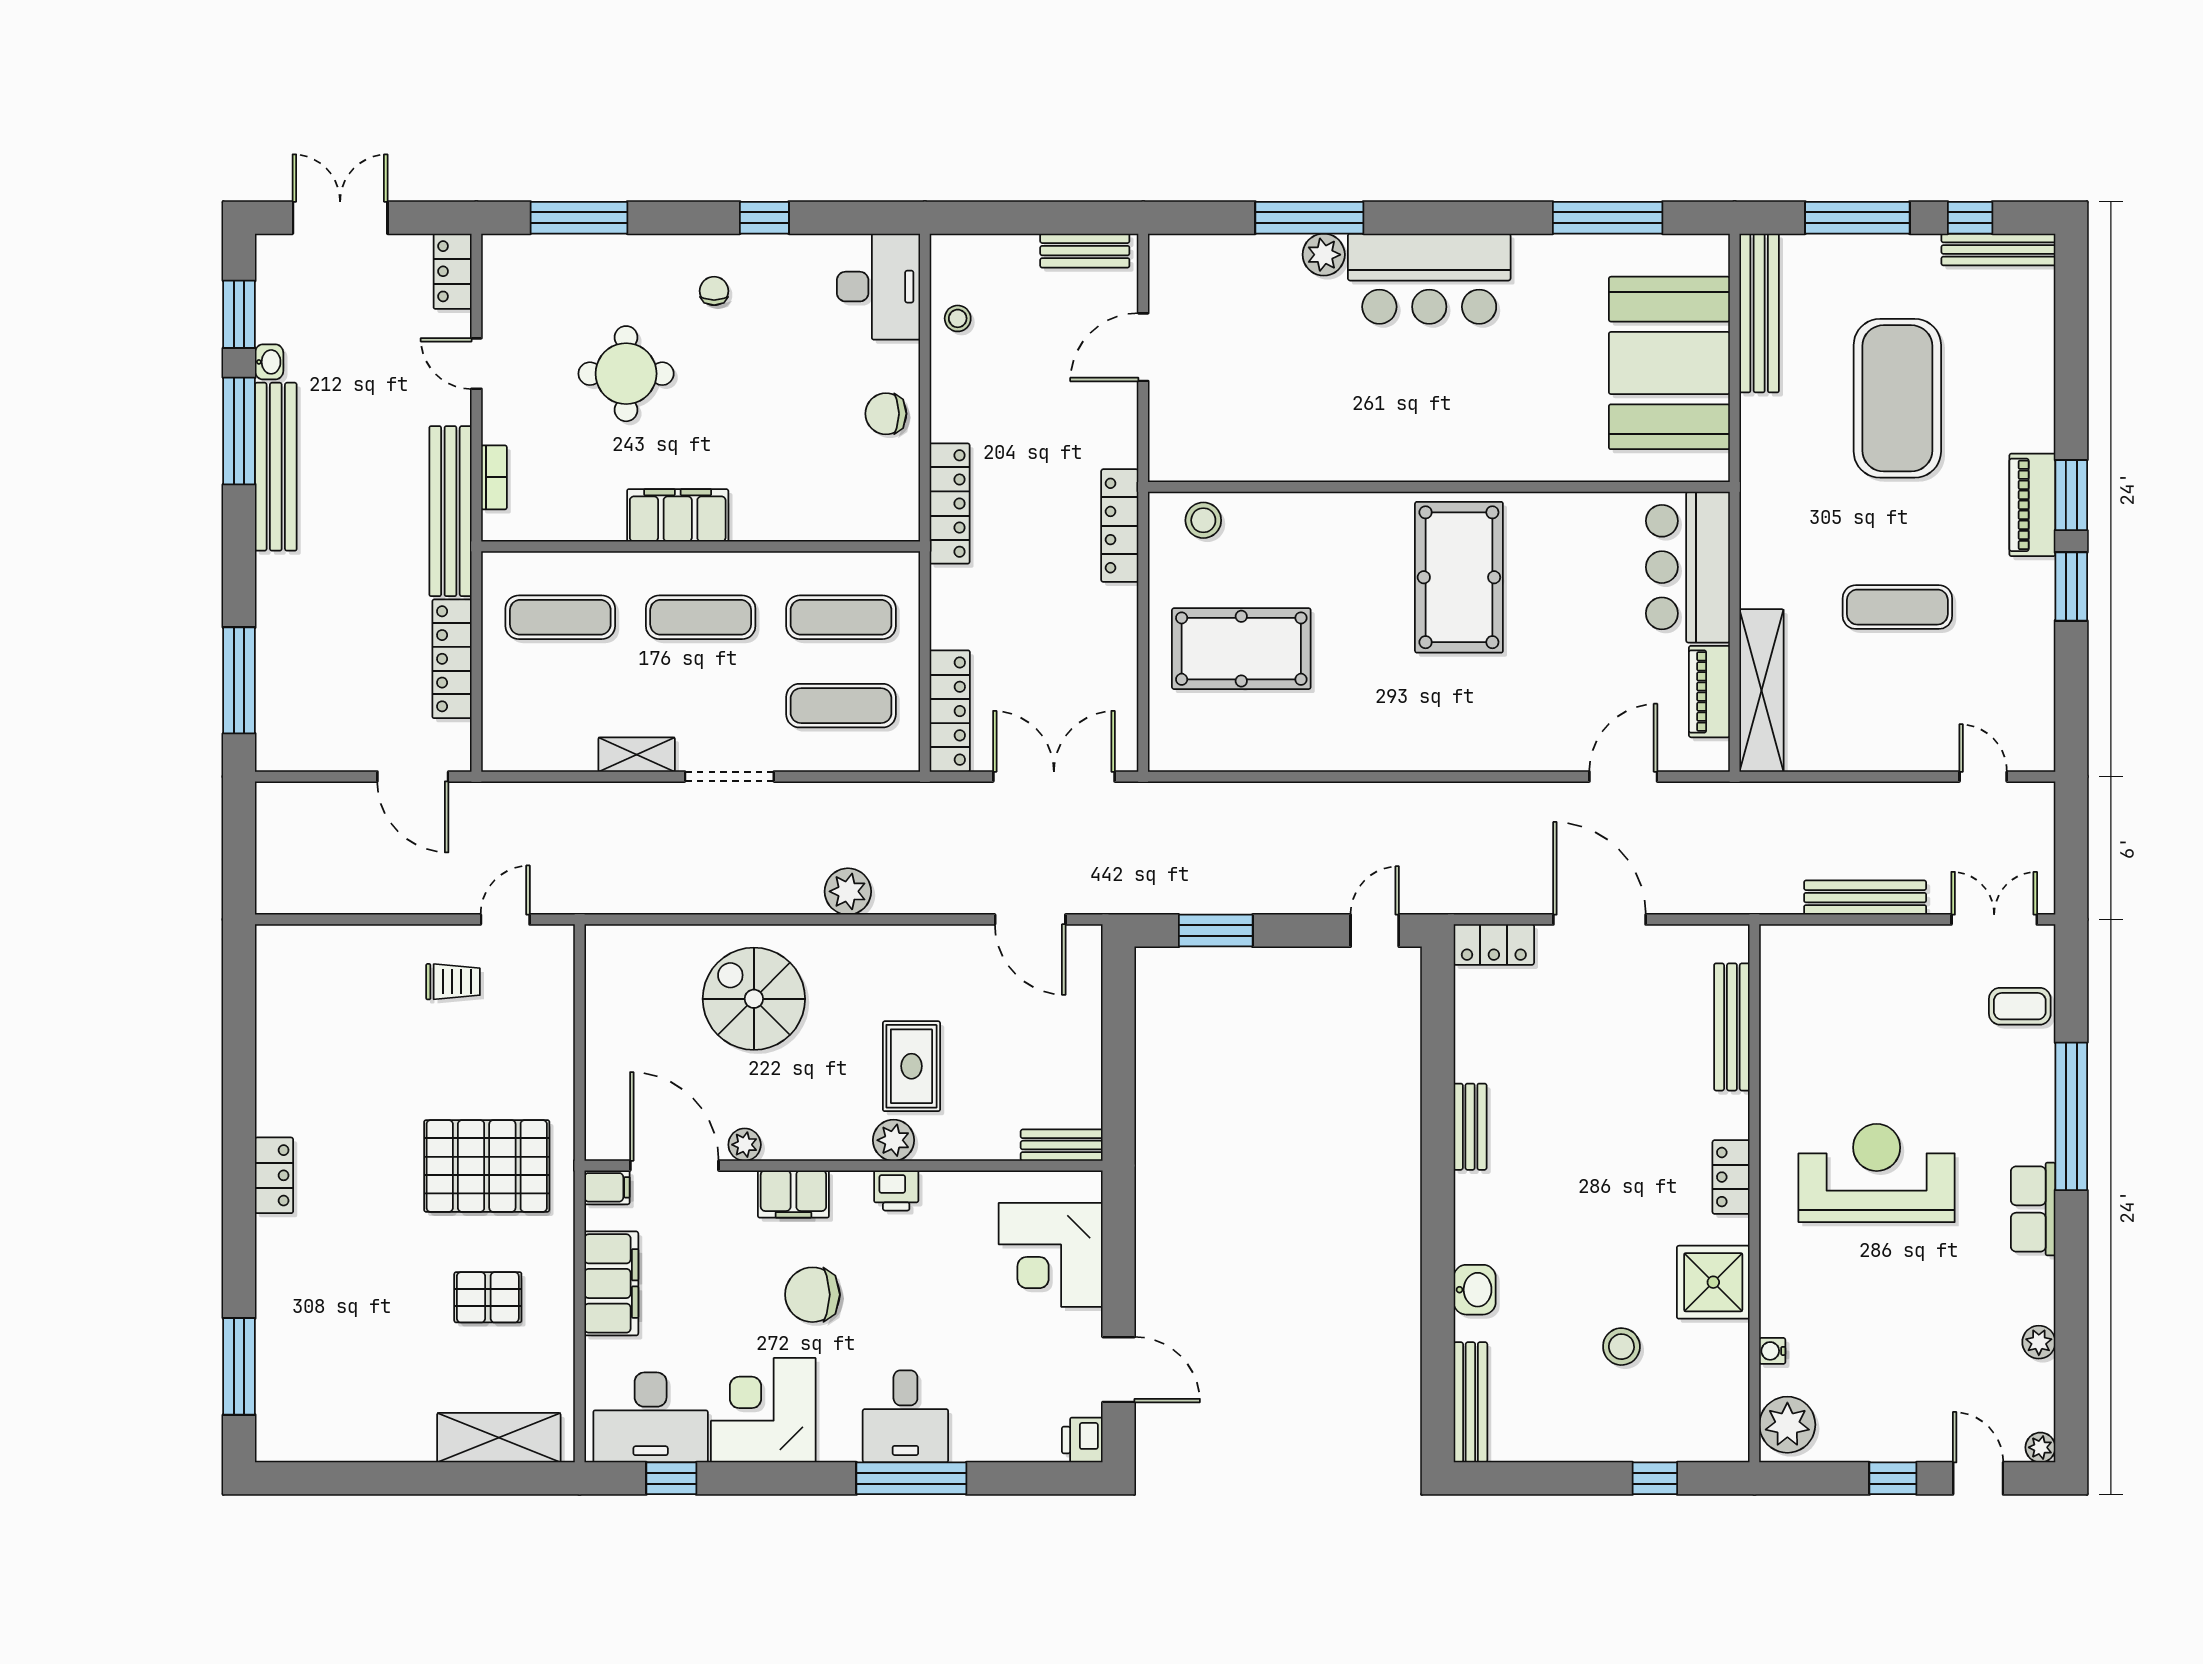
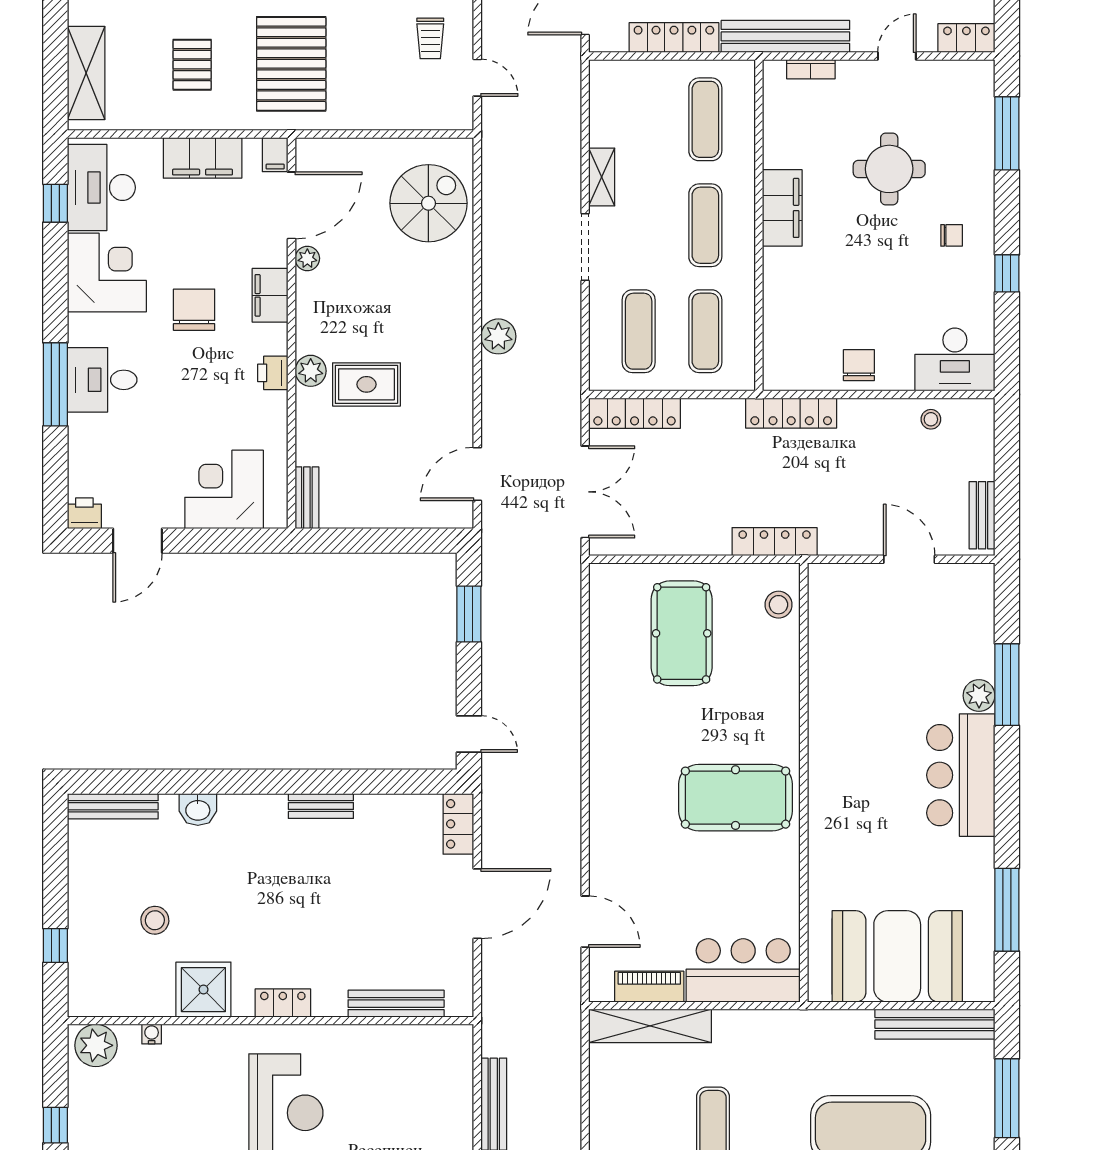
spiral stairs: (754, 999) -> (428, 203), moved

